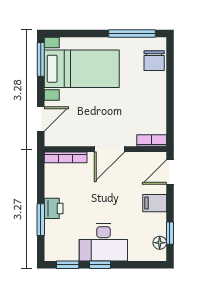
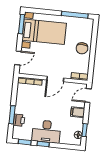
chair: (154, 61) -> (82, 48), moved
printer: (54, 208) -> (19, 120), moved

